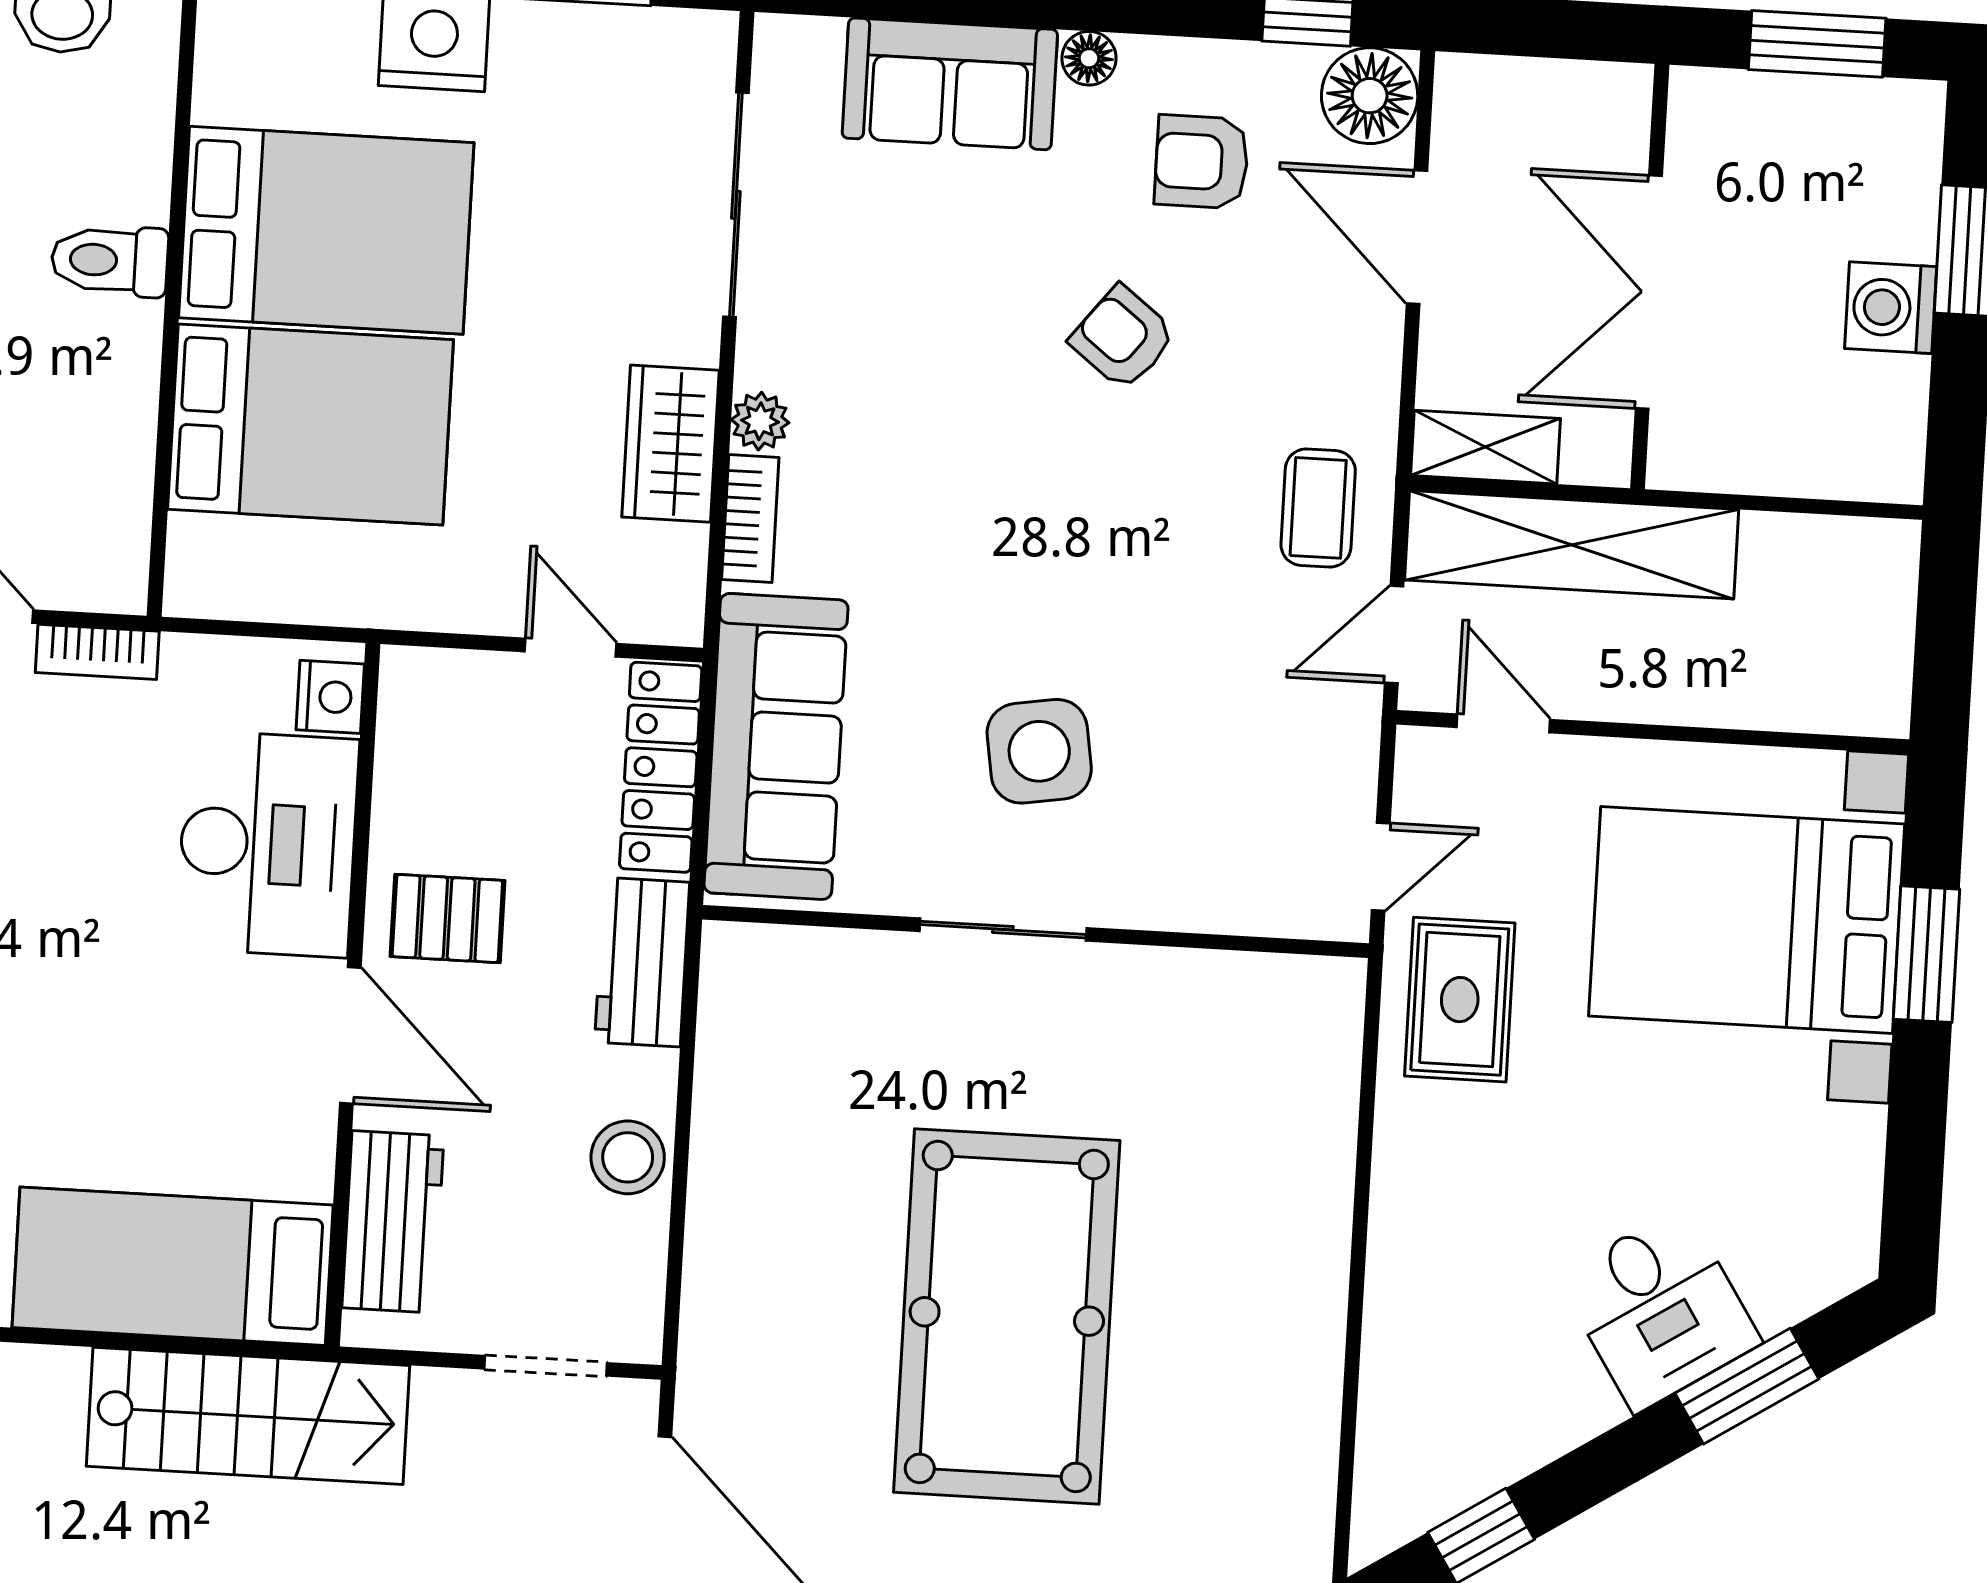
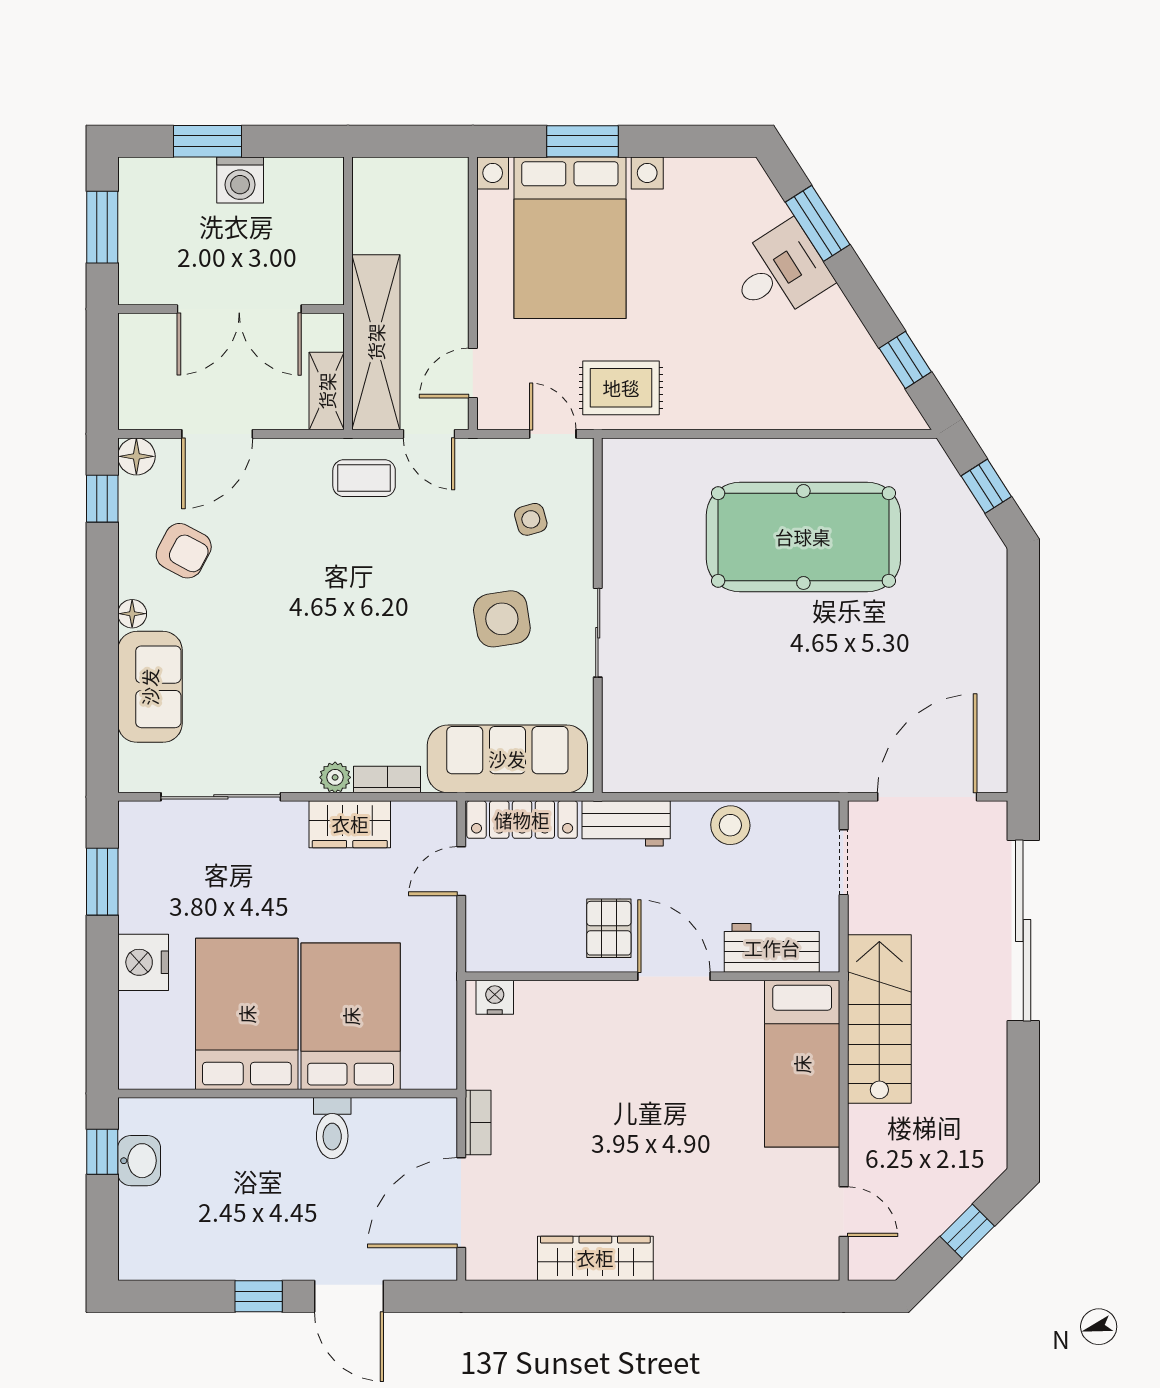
floor lamp: (1370, 96) -> (136, 456), width x0.73, depth x0.73
armchair: (1201, 162) -> (184, 551), turned -62
toilet: (110, 260) -> (332, 1128), moved
armchair: (1123, 338) -> (280, 587), removed
side table: (1223, 816) -> (531, 519), added
desk: (268, 844) -> (575, 1026), removed
door: (350, 1035) -> (674, 976), hinge flipped
pool table: (1007, 1316) -> (803, 537), moved

